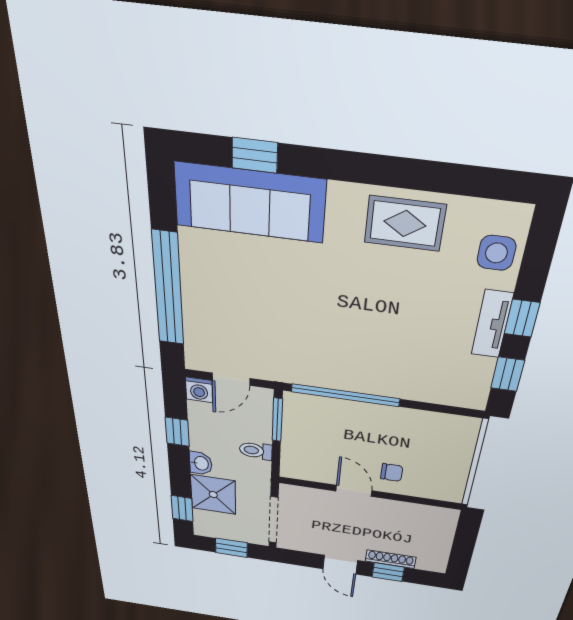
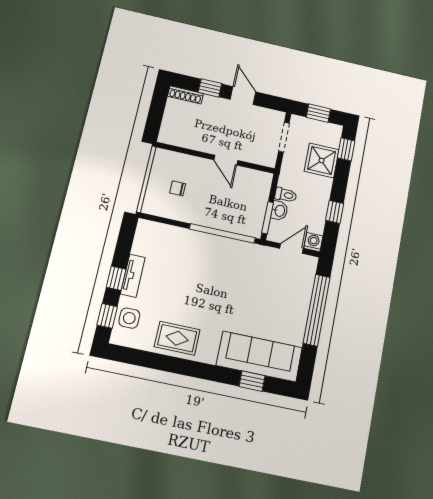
window: (508, 374) -> (107, 316), moved
washbasin: (201, 463) -> (279, 211), moved, turned 180
chair: (392, 472) -> (178, 188), moved
doorway: (274, 520) -> (284, 137), width x0.73
shoe rack: (391, 559) -> (185, 95), moved

